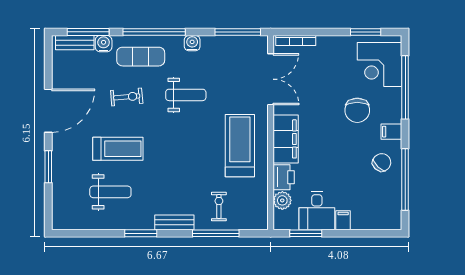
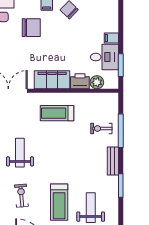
treadmill: (240, 146) -> (57, 113), width x0.73, depth x0.73
treadmill: (118, 149) -> (59, 202), turned 180

